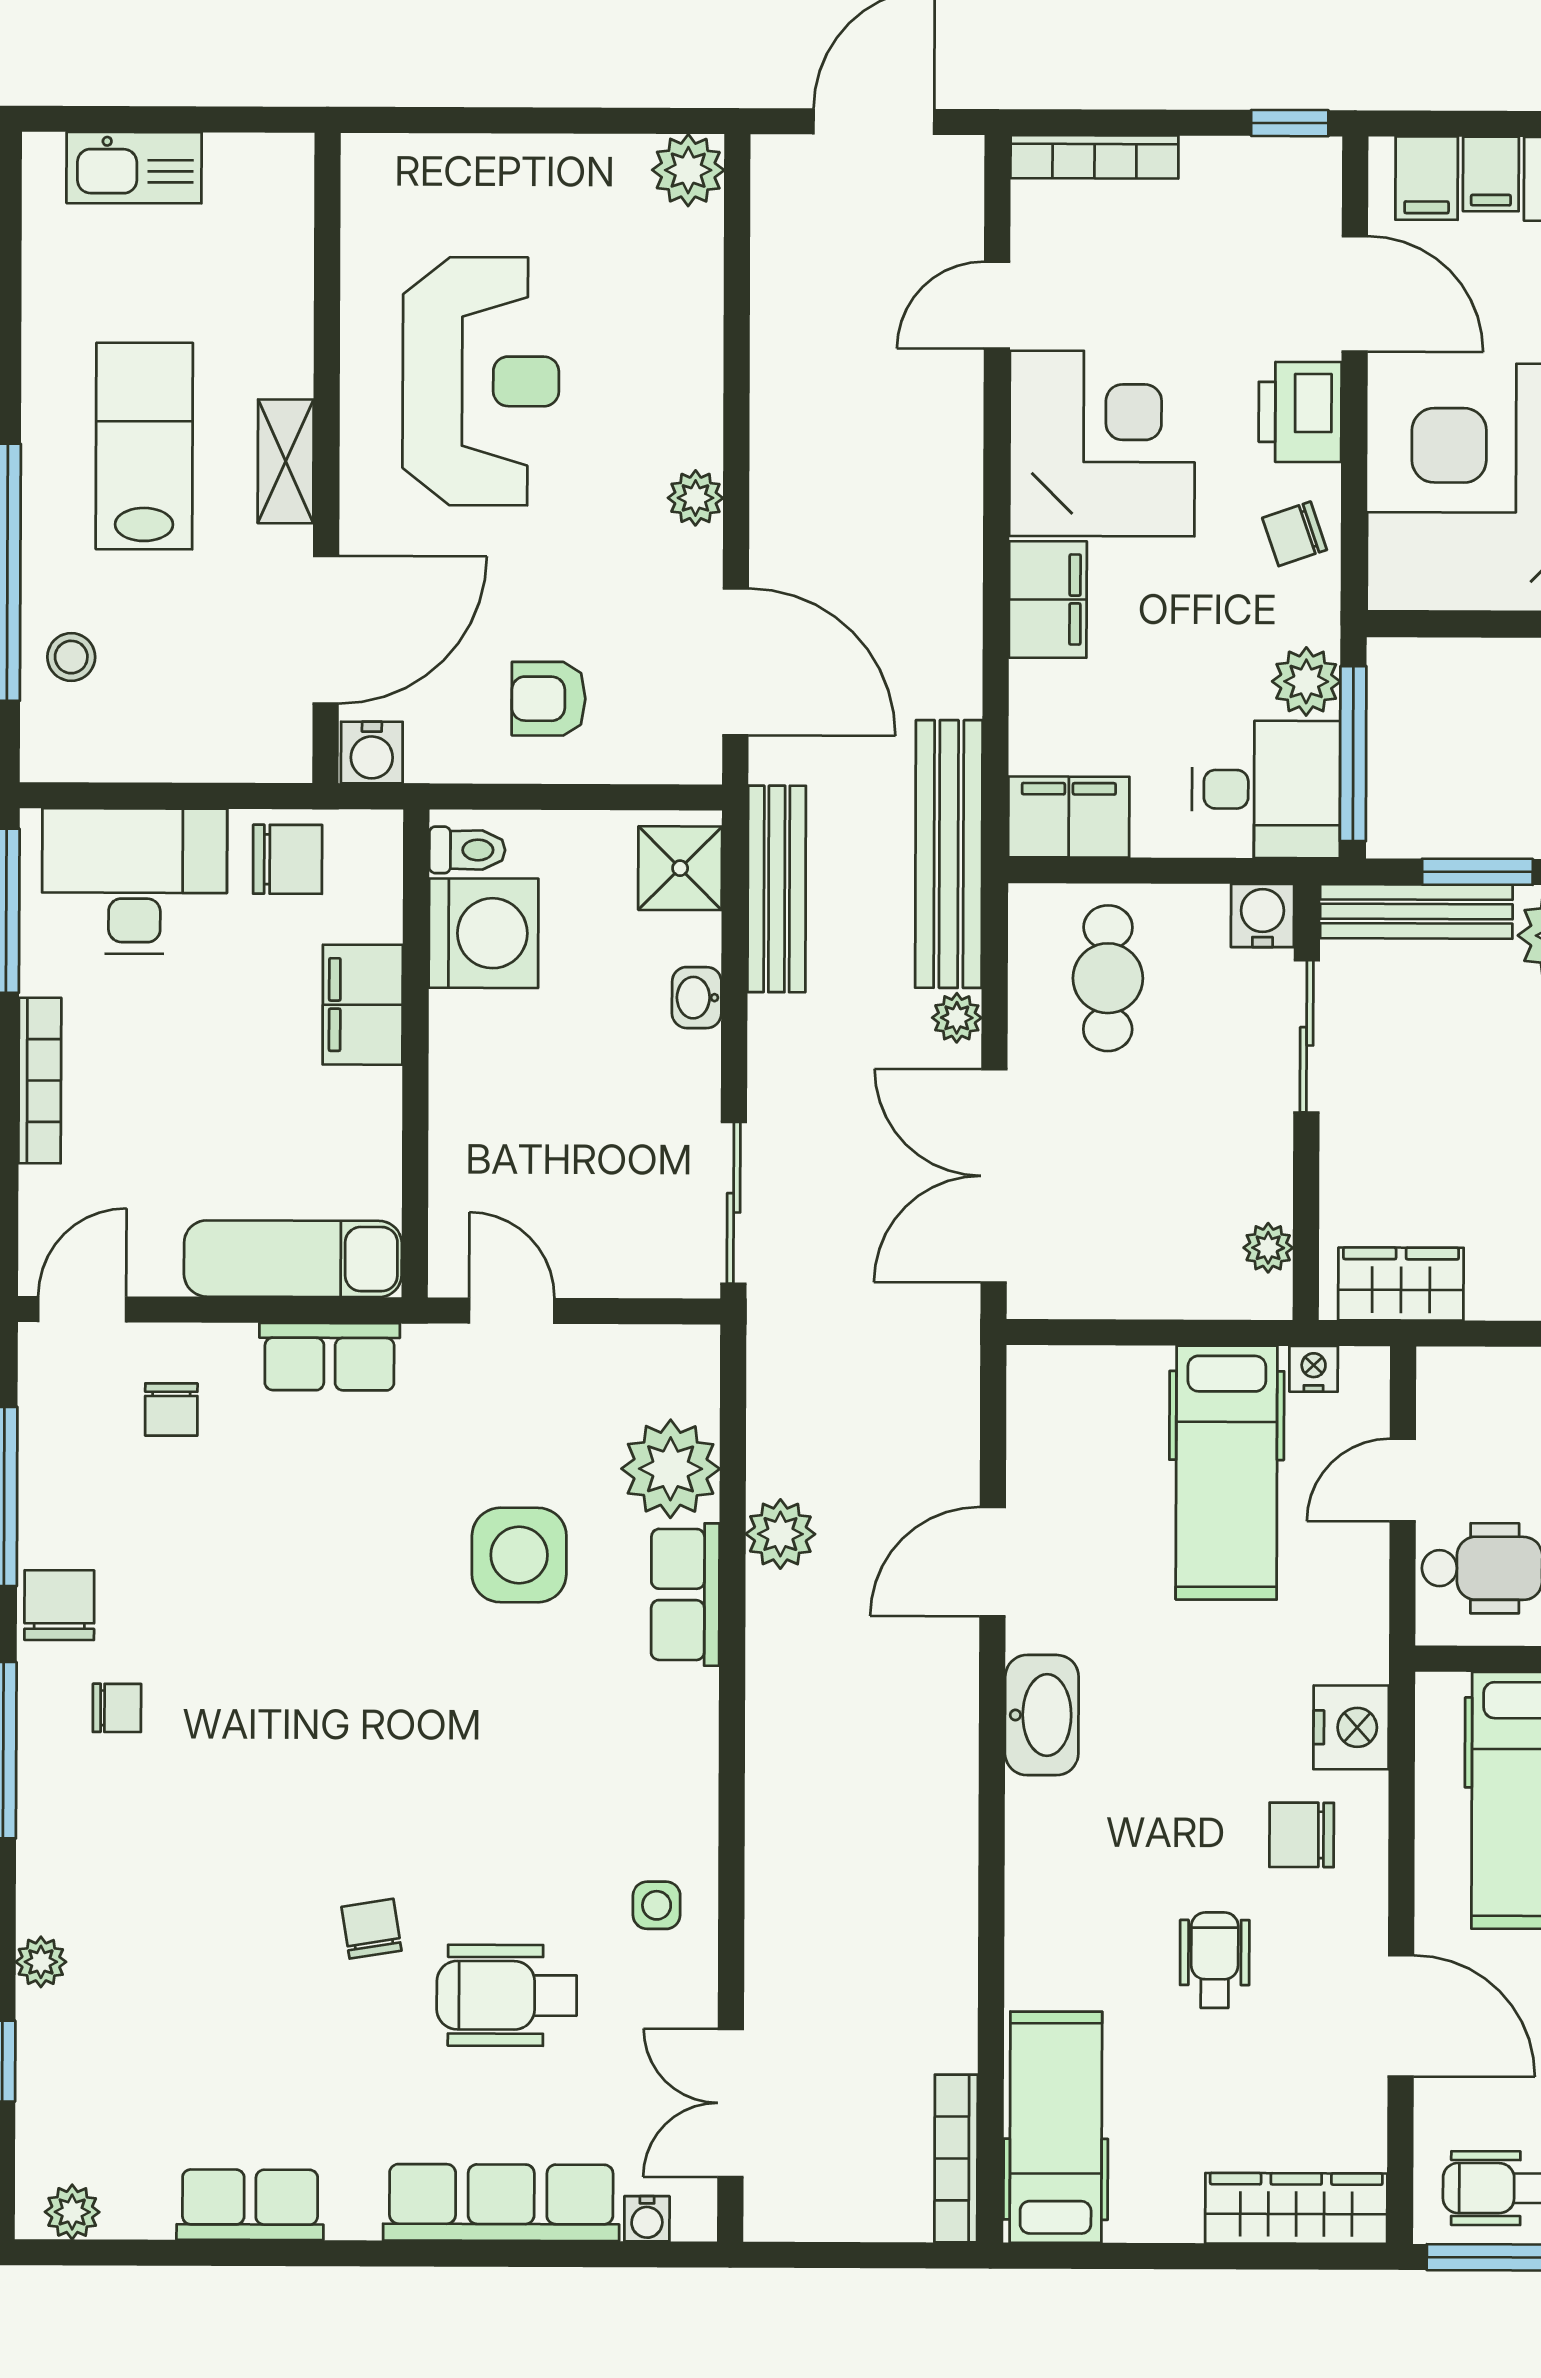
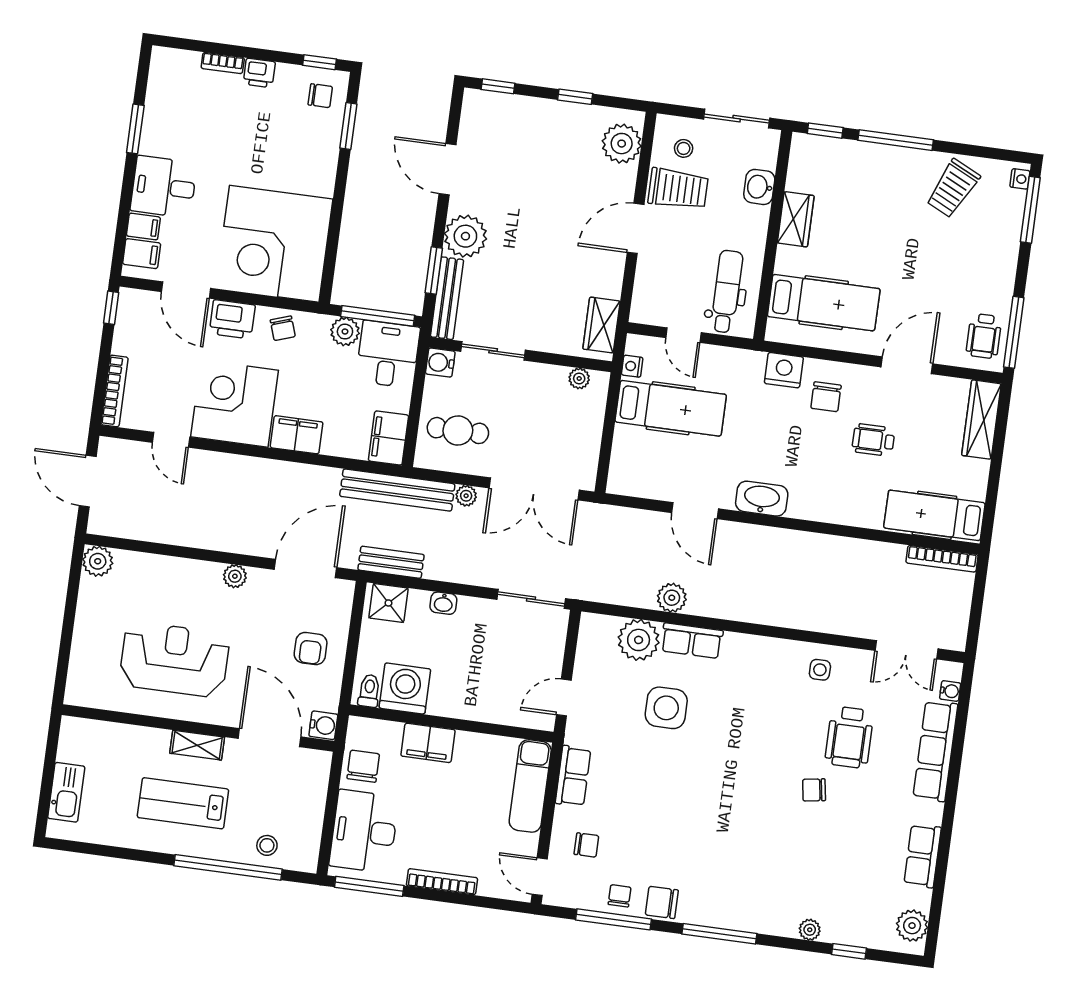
door: (1355, 294) -> (186, 290), swing flipped
bench: (777, 889) -> (391, 562), width x0.73
chair: (117, 1708) -> (620, 896), moved
plant: (72, 2212) -> (912, 926), width x1.38, depth x1.38

